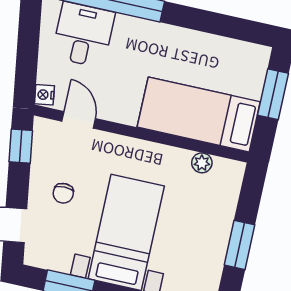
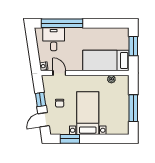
window: (21, 146) -> (41, 100), moved
window: (239, 245) -> (133, 108), width x1.44

